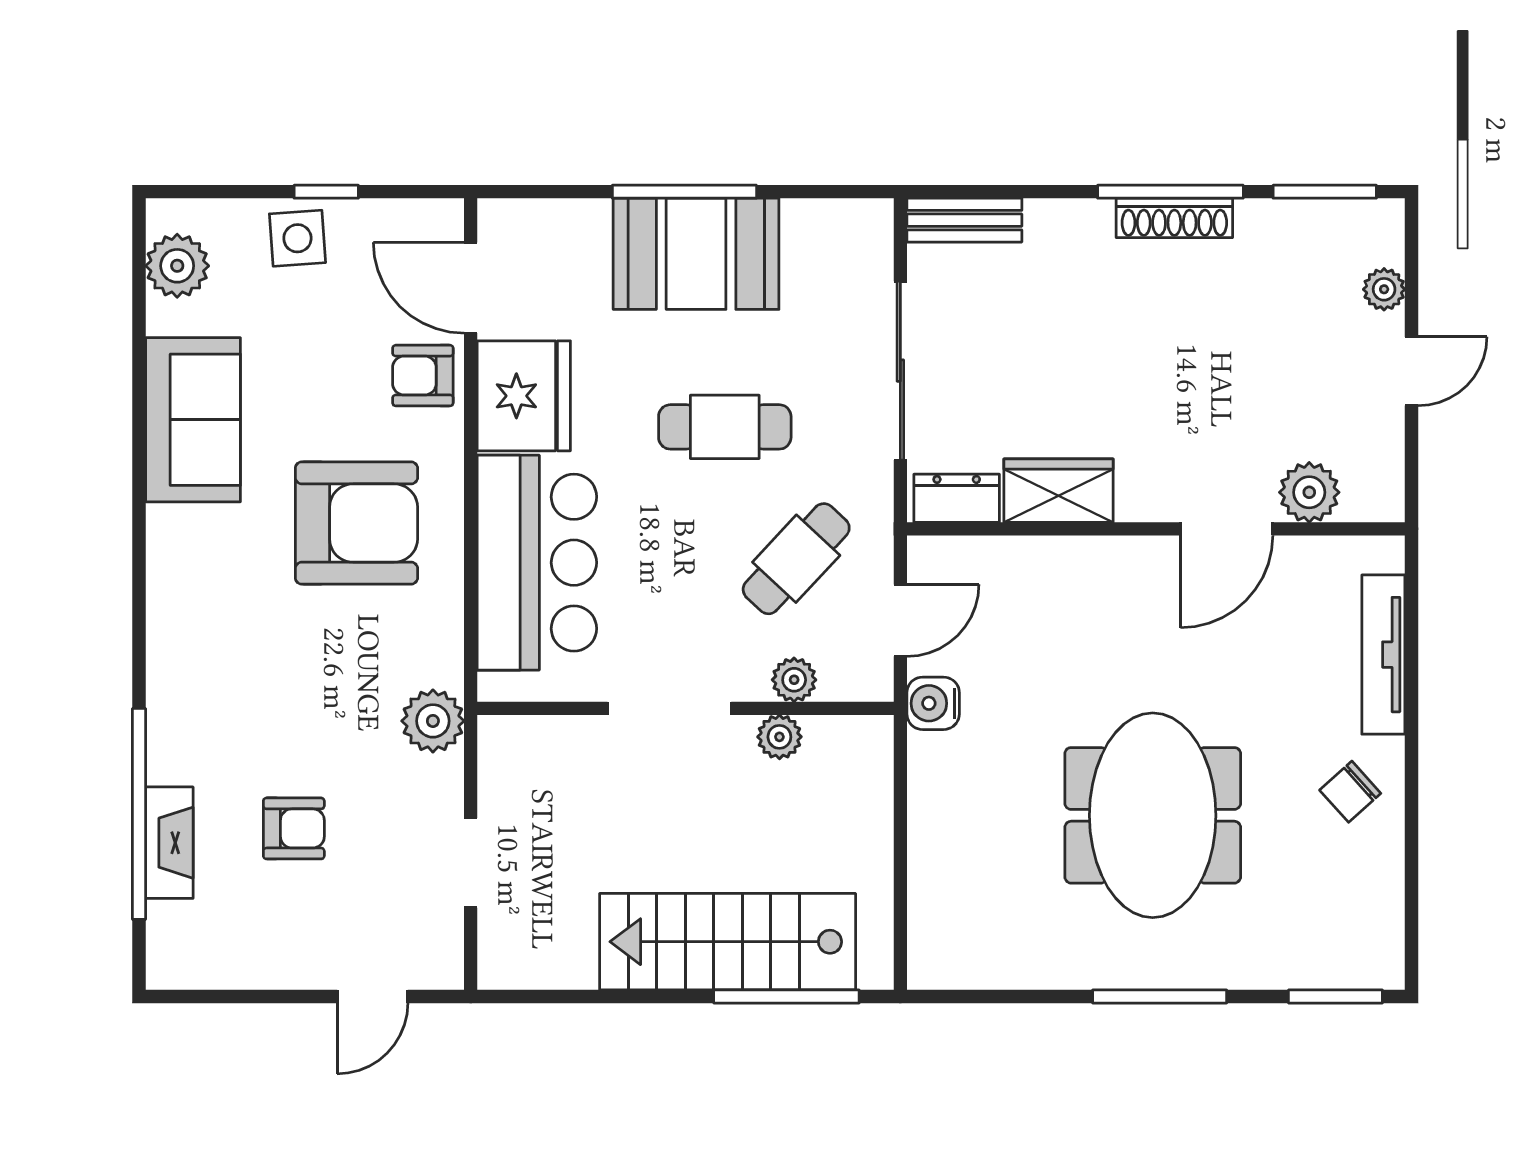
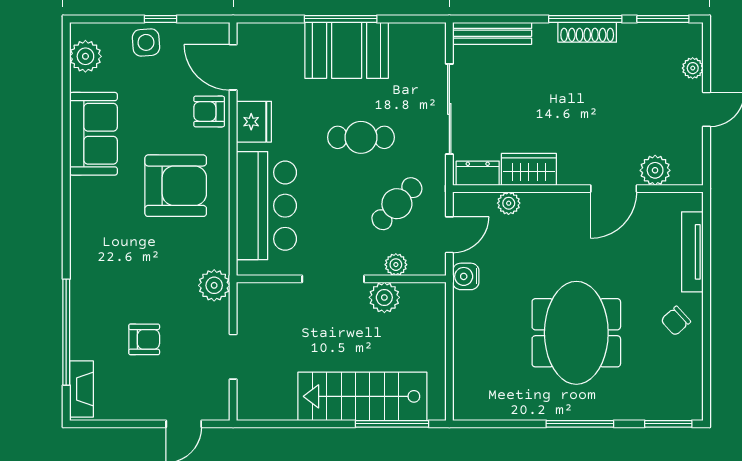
bench: (964, 220) -> (492, 33), width x1.36
fridge: (524, 396) -> (254, 122), width x0.73, depth x0.75
plant: (1018, 558) -> (509, 203), added
plant: (779, 737) -> (384, 297), width x1.38, depth x1.38
fireplace: (169, 843) -> (81, 389), moved

